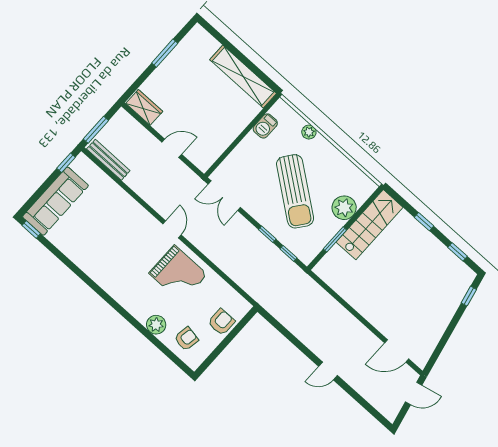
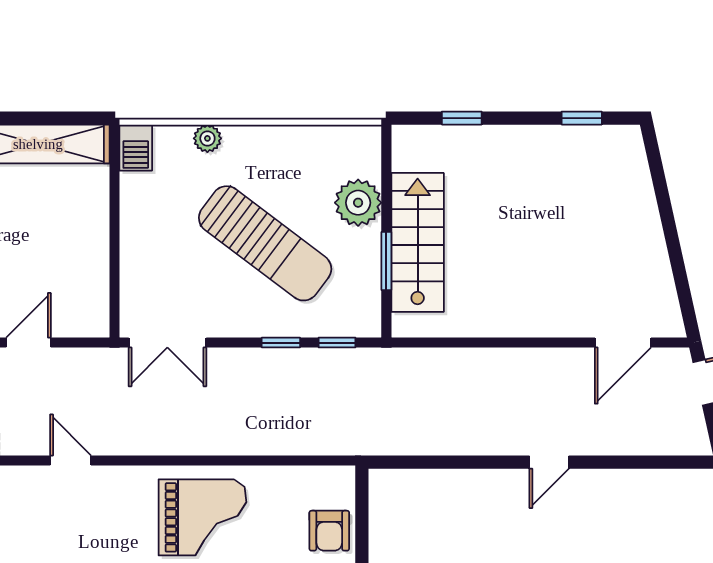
barbecue: (265, 126) -> (136, 148), moved
window: (424, 222) -> (462, 118), moved
stairs: (370, 225) -> (418, 242), moved
door: (172, 229) -> (71, 460), moved
window: (469, 296) -> (656, 168), removed
armchair: (221, 322) -> (329, 531), turned 180

